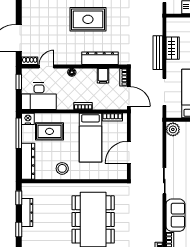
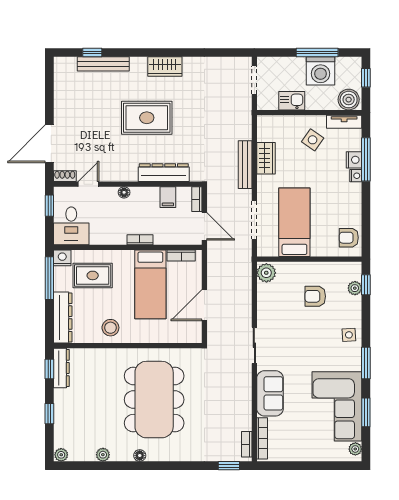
desk: (39, 96) -> (71, 226), width x0.73
dresser: (27, 213) -> (61, 368), moved

